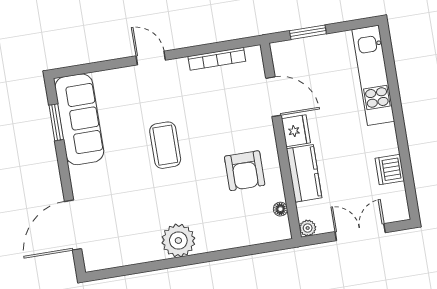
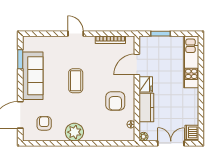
door: (273, 97) -> (137, 65), swing flipped
sofa: (79, 119) -> (33, 76), moved
dishwasher: (390, 169) -> (192, 132), moved
armchair: (120, 234) -> (44, 123), added

